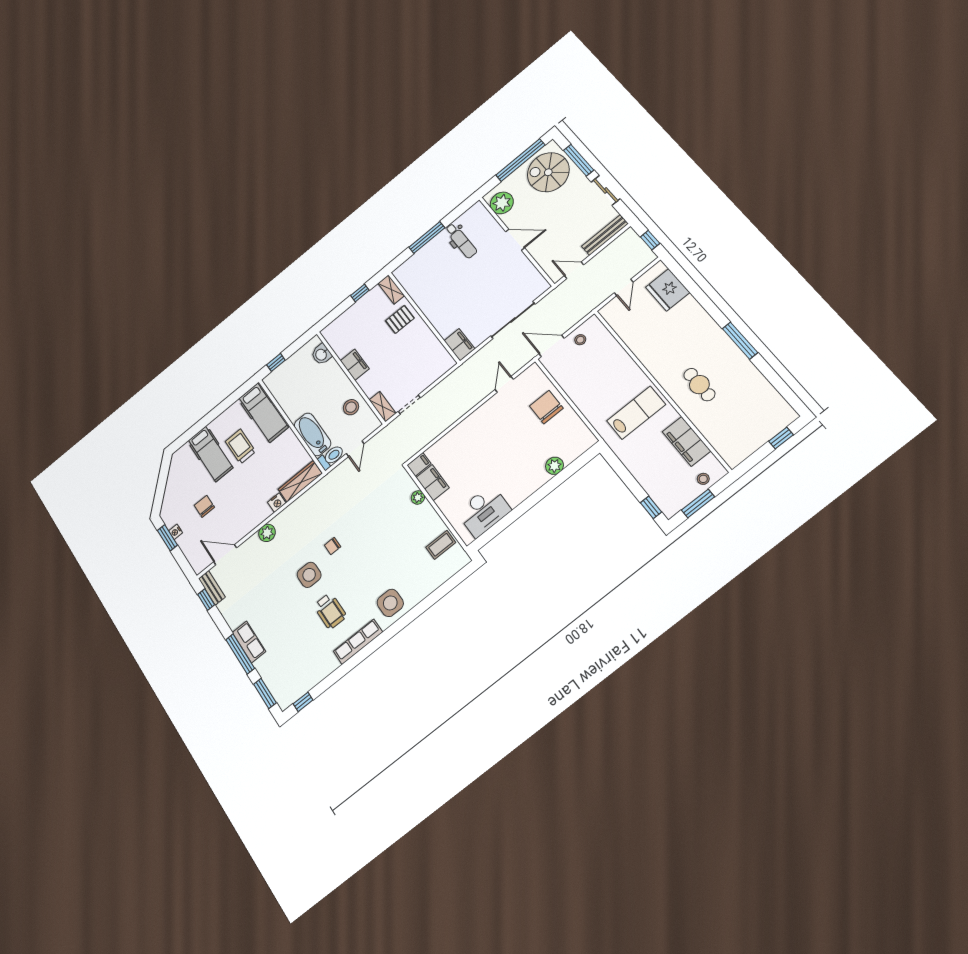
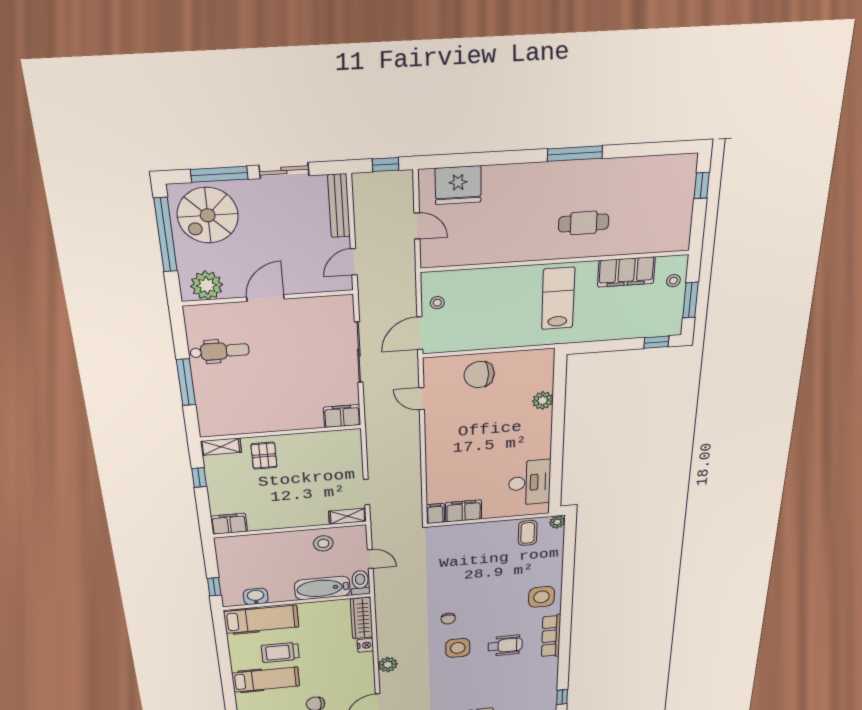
washbasin: (321, 354) -> (256, 596), moved, turned 180
filing cabinet: (355, 365) -> (229, 524), moved
plant: (418, 497) -> (557, 522), moved

